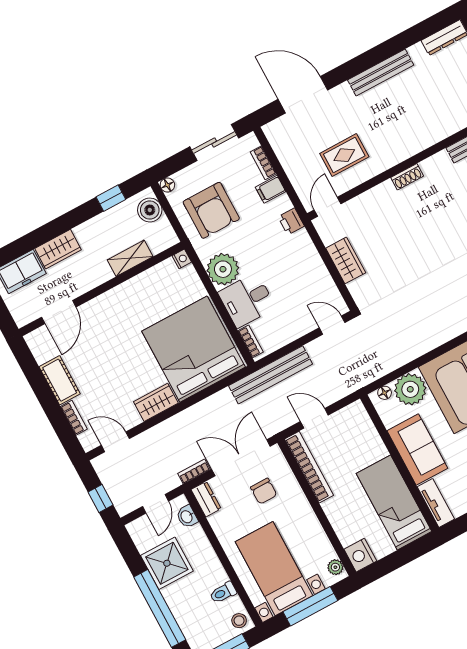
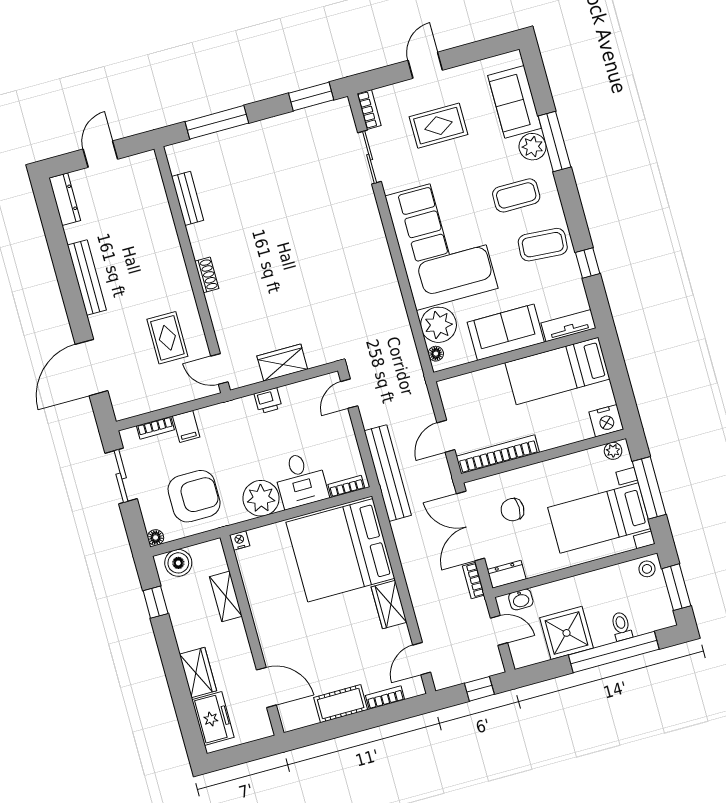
printer: (291, 221) -> (268, 401), moved
chair: (264, 491) -> (512, 510), turned 180
toilet: (223, 593) -> (621, 626), moved, turned 180

